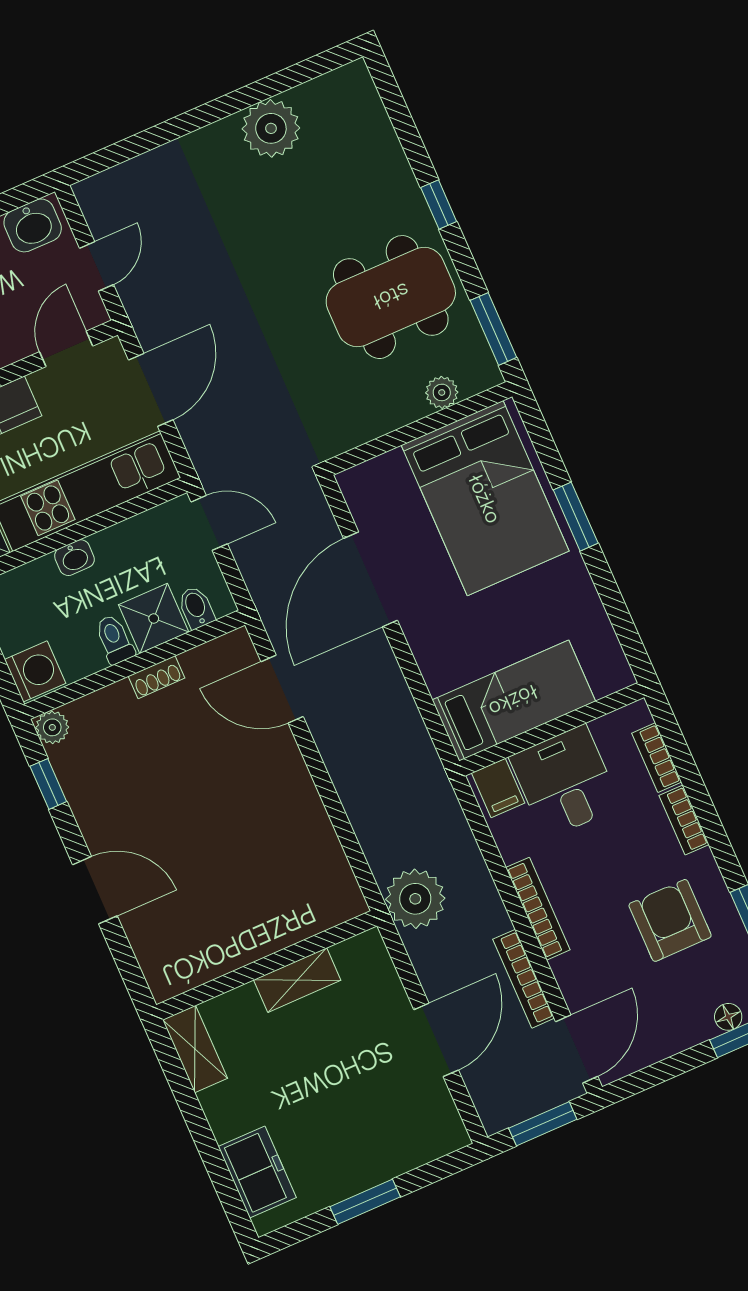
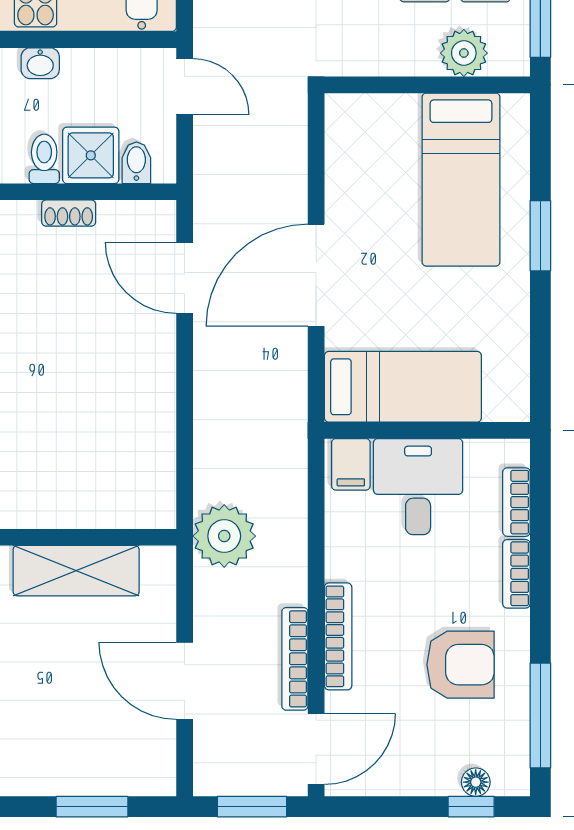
plant: (442, 392) -> (464, 53), width x1.38, depth x1.38
bed: (485, 498) -> (461, 180), width x0.67
door: (371, 579) -> (316, 275), moved
bookcase: (538, 909) -> (338, 636), moved
armchair: (670, 920) -> (461, 665), turned 90
shelving: (297, 980) -> (76, 571), width x1.50, depth x1.33
door: (436, 1040) -> (185, 681), swing flipped
window: (365, 1202) -> (92, 807), moved

